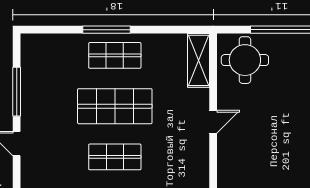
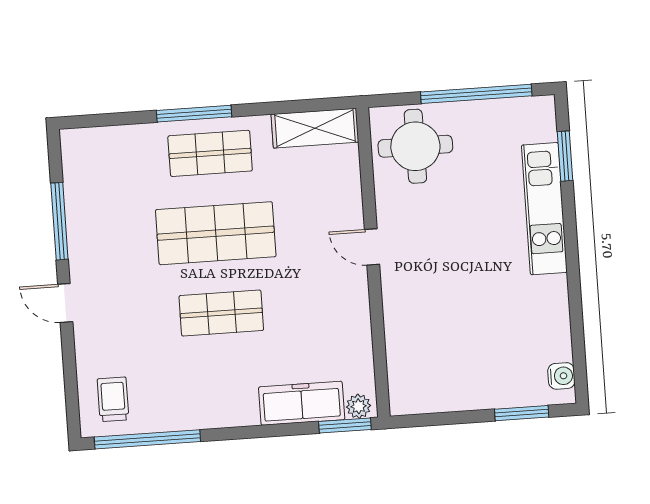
shelving: (199, 60) -> (315, 128), moved, turned 90
door: (213, 122) -> (372, 247), swing flipped

